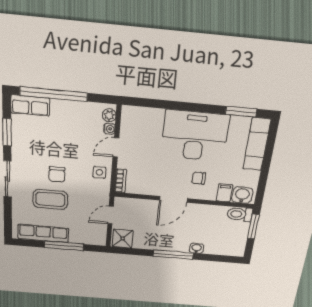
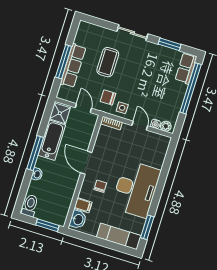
chair: (57, 174) -> (108, 97), moved
toilet: (240, 214) -> (30, 206), moved
row of seats: (43, 234) -> (73, 66), moved
bathtub: (155, 241) -> (52, 140), added

